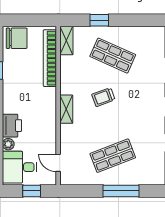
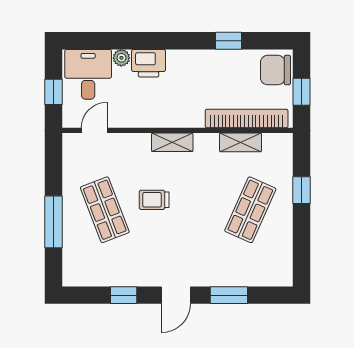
window: (32, 20) -> (302, 92), added
chair: (17, 38) -> (275, 70), turned 90
shelving: (66, 41) -> (240, 142), moved
trolley: (103, 97) -> (154, 200), moved, turned -70

